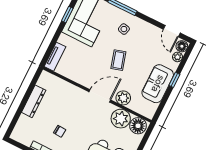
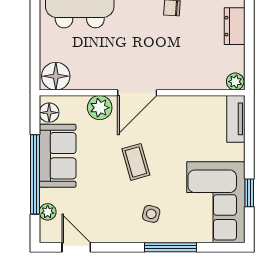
floor lamp: (182, 46) -> (49, 113), moved
window: (174, 80) -> (35, 174), width x3.17
dresser: (34, 101) -> (235, 26), width x0.70
plant: (121, 119) -> (235, 82), moved, width x0.53, depth x0.53

